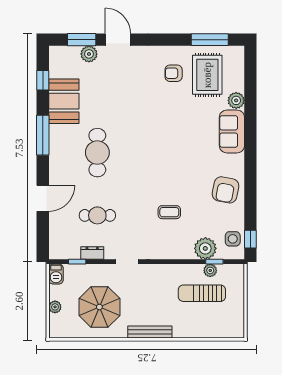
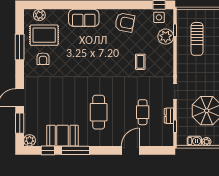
window: (210, 40) -> (20, 47), moved
plant: (89, 54) -> (30, 140), moved
plant: (236, 100) -> (39, 15), moved
window: (43, 135) -> (75, 150), moved
cafe table: (97, 153) -> (99, 112), turned 90
door: (43, 198) -> (131, 150), hinge flipped
plant: (210, 270) -> (181, 33), removed
barbecue: (56, 274) -> (194, 141), moved

